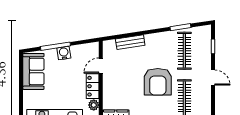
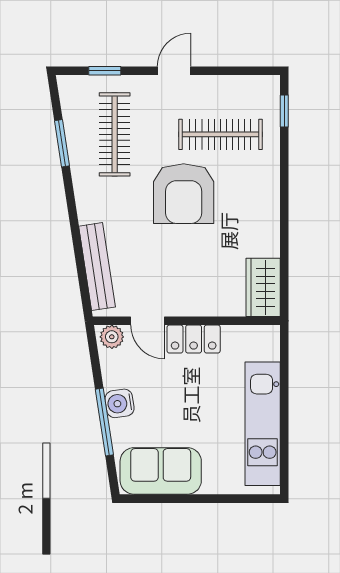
bench: (130, 42) -> (97, 267), width x1.36
clothes rail: (184, 51) -> (115, 134), turned 90
armchair: (158, 82) -> (184, 194), turned 90
plant: (94, 105) -> (112, 337), moved

